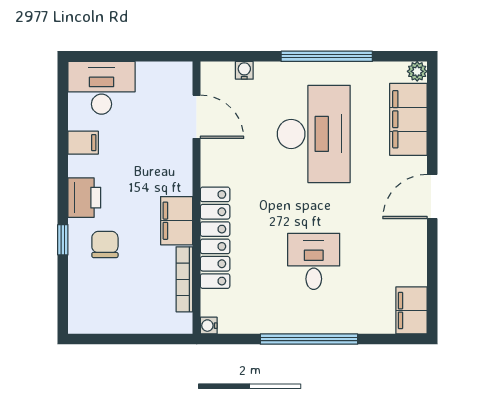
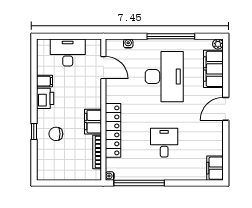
desk: (101, 88) -> (68, 53), moved
printer: (84, 198) -> (45, 98), moved
chair: (105, 244) -> (56, 134), turned -90
window: (309, 339) -> (139, 183), moved

